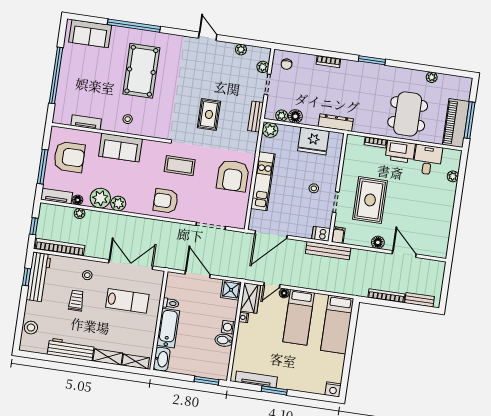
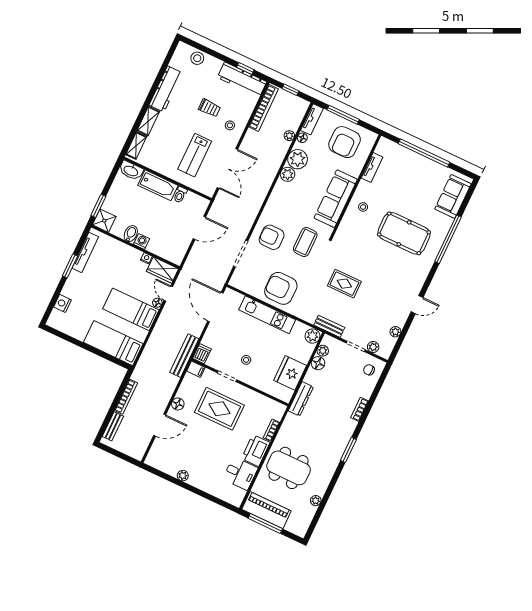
sofa: (120, 148) -> (336, 199), width x1.36
plant: (453, 176) -> (183, 476), moved
armchair: (166, 201) -> (272, 237), moved, turned -90
shower: (231, 290) -> (104, 221), moved
nightstand: (333, 389) -> (62, 303), moved

